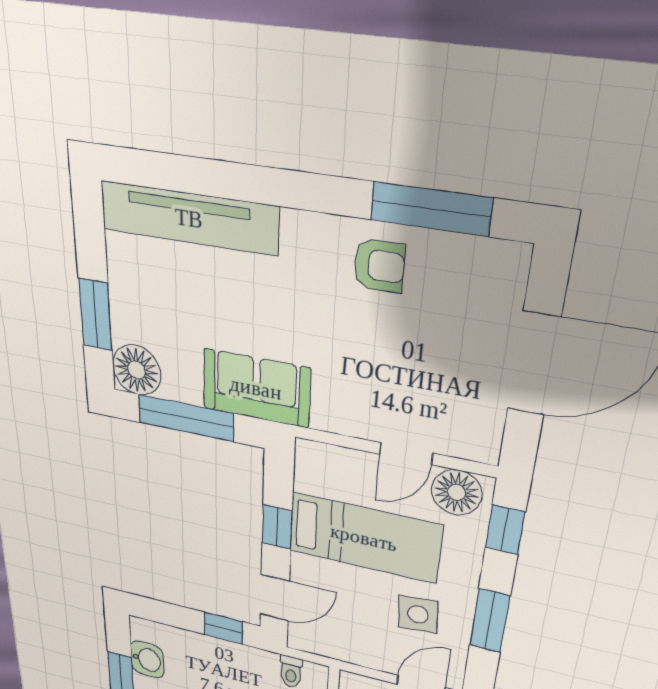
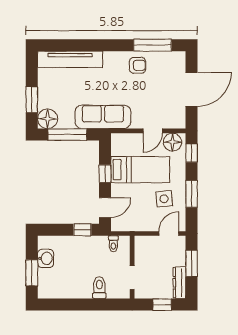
sofa: (256, 388) -> (103, 117), width x1.36

